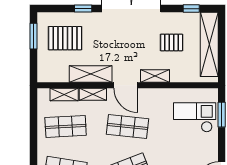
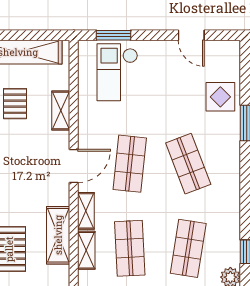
shelving: (91, 74) -> (58, 235), moved
shelving: (155, 76) -> (61, 110), moved

